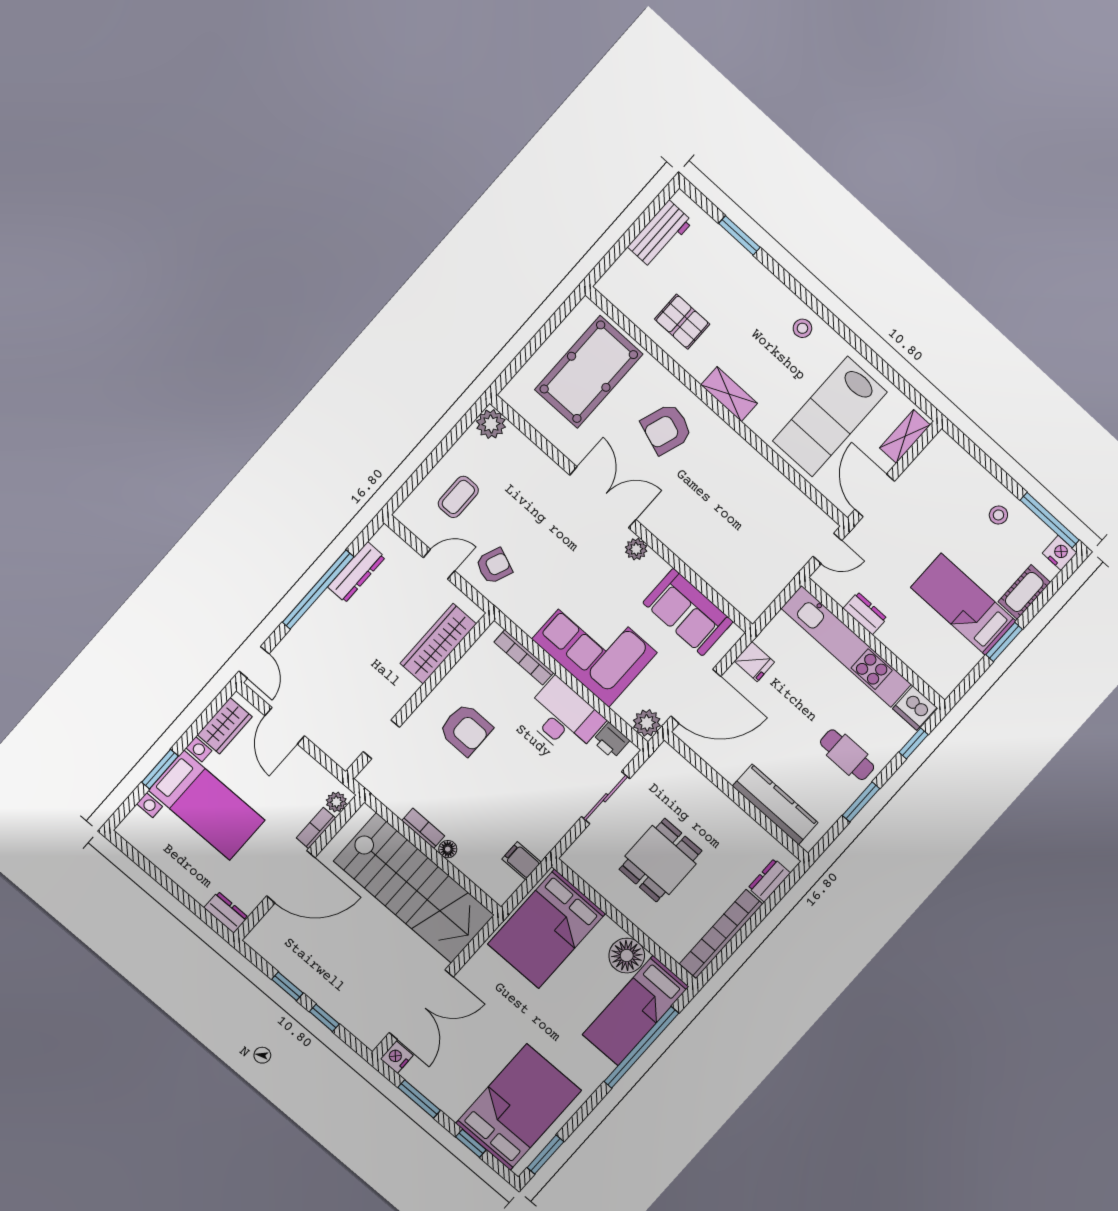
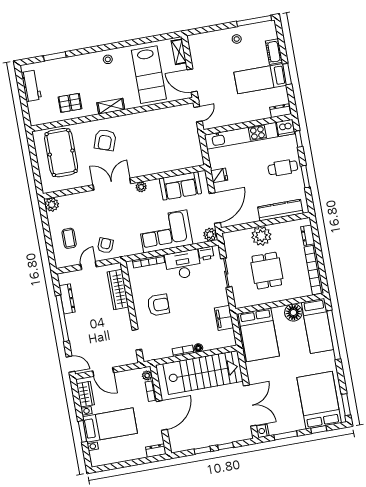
nightstand: (1060, 553) -> (270, 27), removed
dresser: (865, 613) -> (280, 111), moved
plant: (710, 807) -> (261, 236), added
filing cabinet: (522, 861) -> (224, 318), width x2.00

